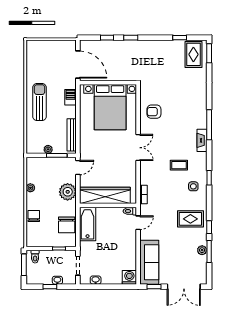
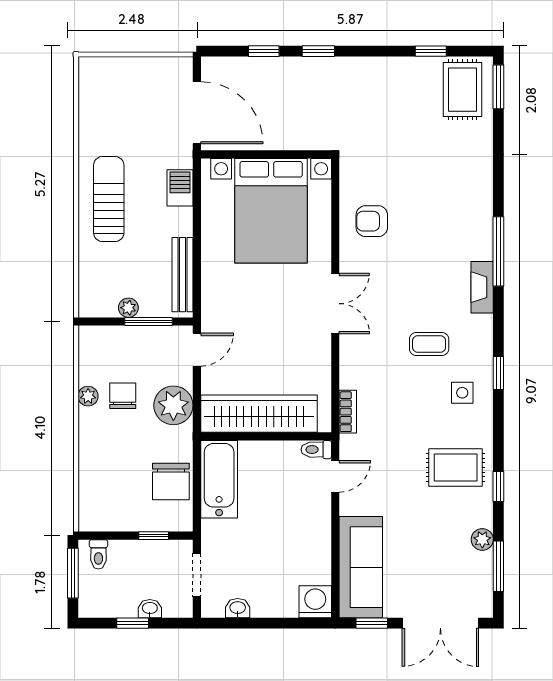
chair: (34, 216) -> (123, 396), moved
window: (209, 252) -> (498, 566), moved

